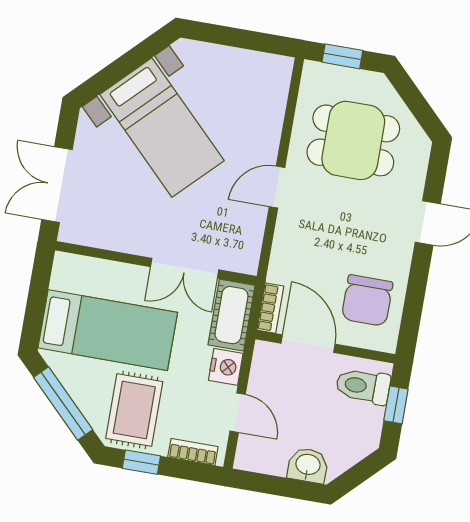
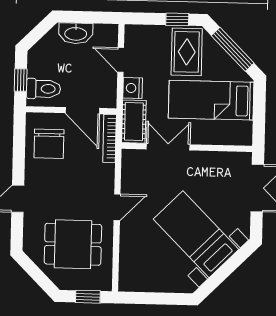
chair: (367, 300) -> (49, 144), turned 180
bookcase: (270, 308) -> (110, 138), width x1.56
bookcase: (193, 452) -> (145, 31), removed
washbasin: (308, 465) -> (76, 33), width x1.38

